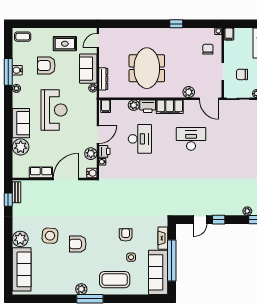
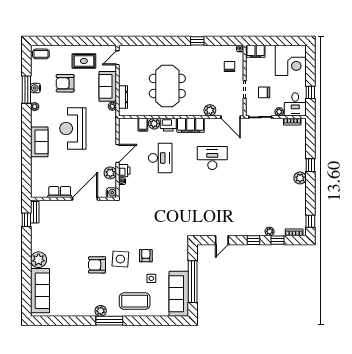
filing cabinet: (229, 34) -> (256, 51), width x2.00
filing cabinet: (106, 106) -> (143, 125), moved
reception desk: (54, 110) -> (73, 129), turned 180
plant: (21, 147) -> (39, 166), removed
window: (219, 220) -> (254, 240), moved
side table: (50, 236) -> (120, 259), moved
fireplace: (163, 238) -> (184, 259), removed

